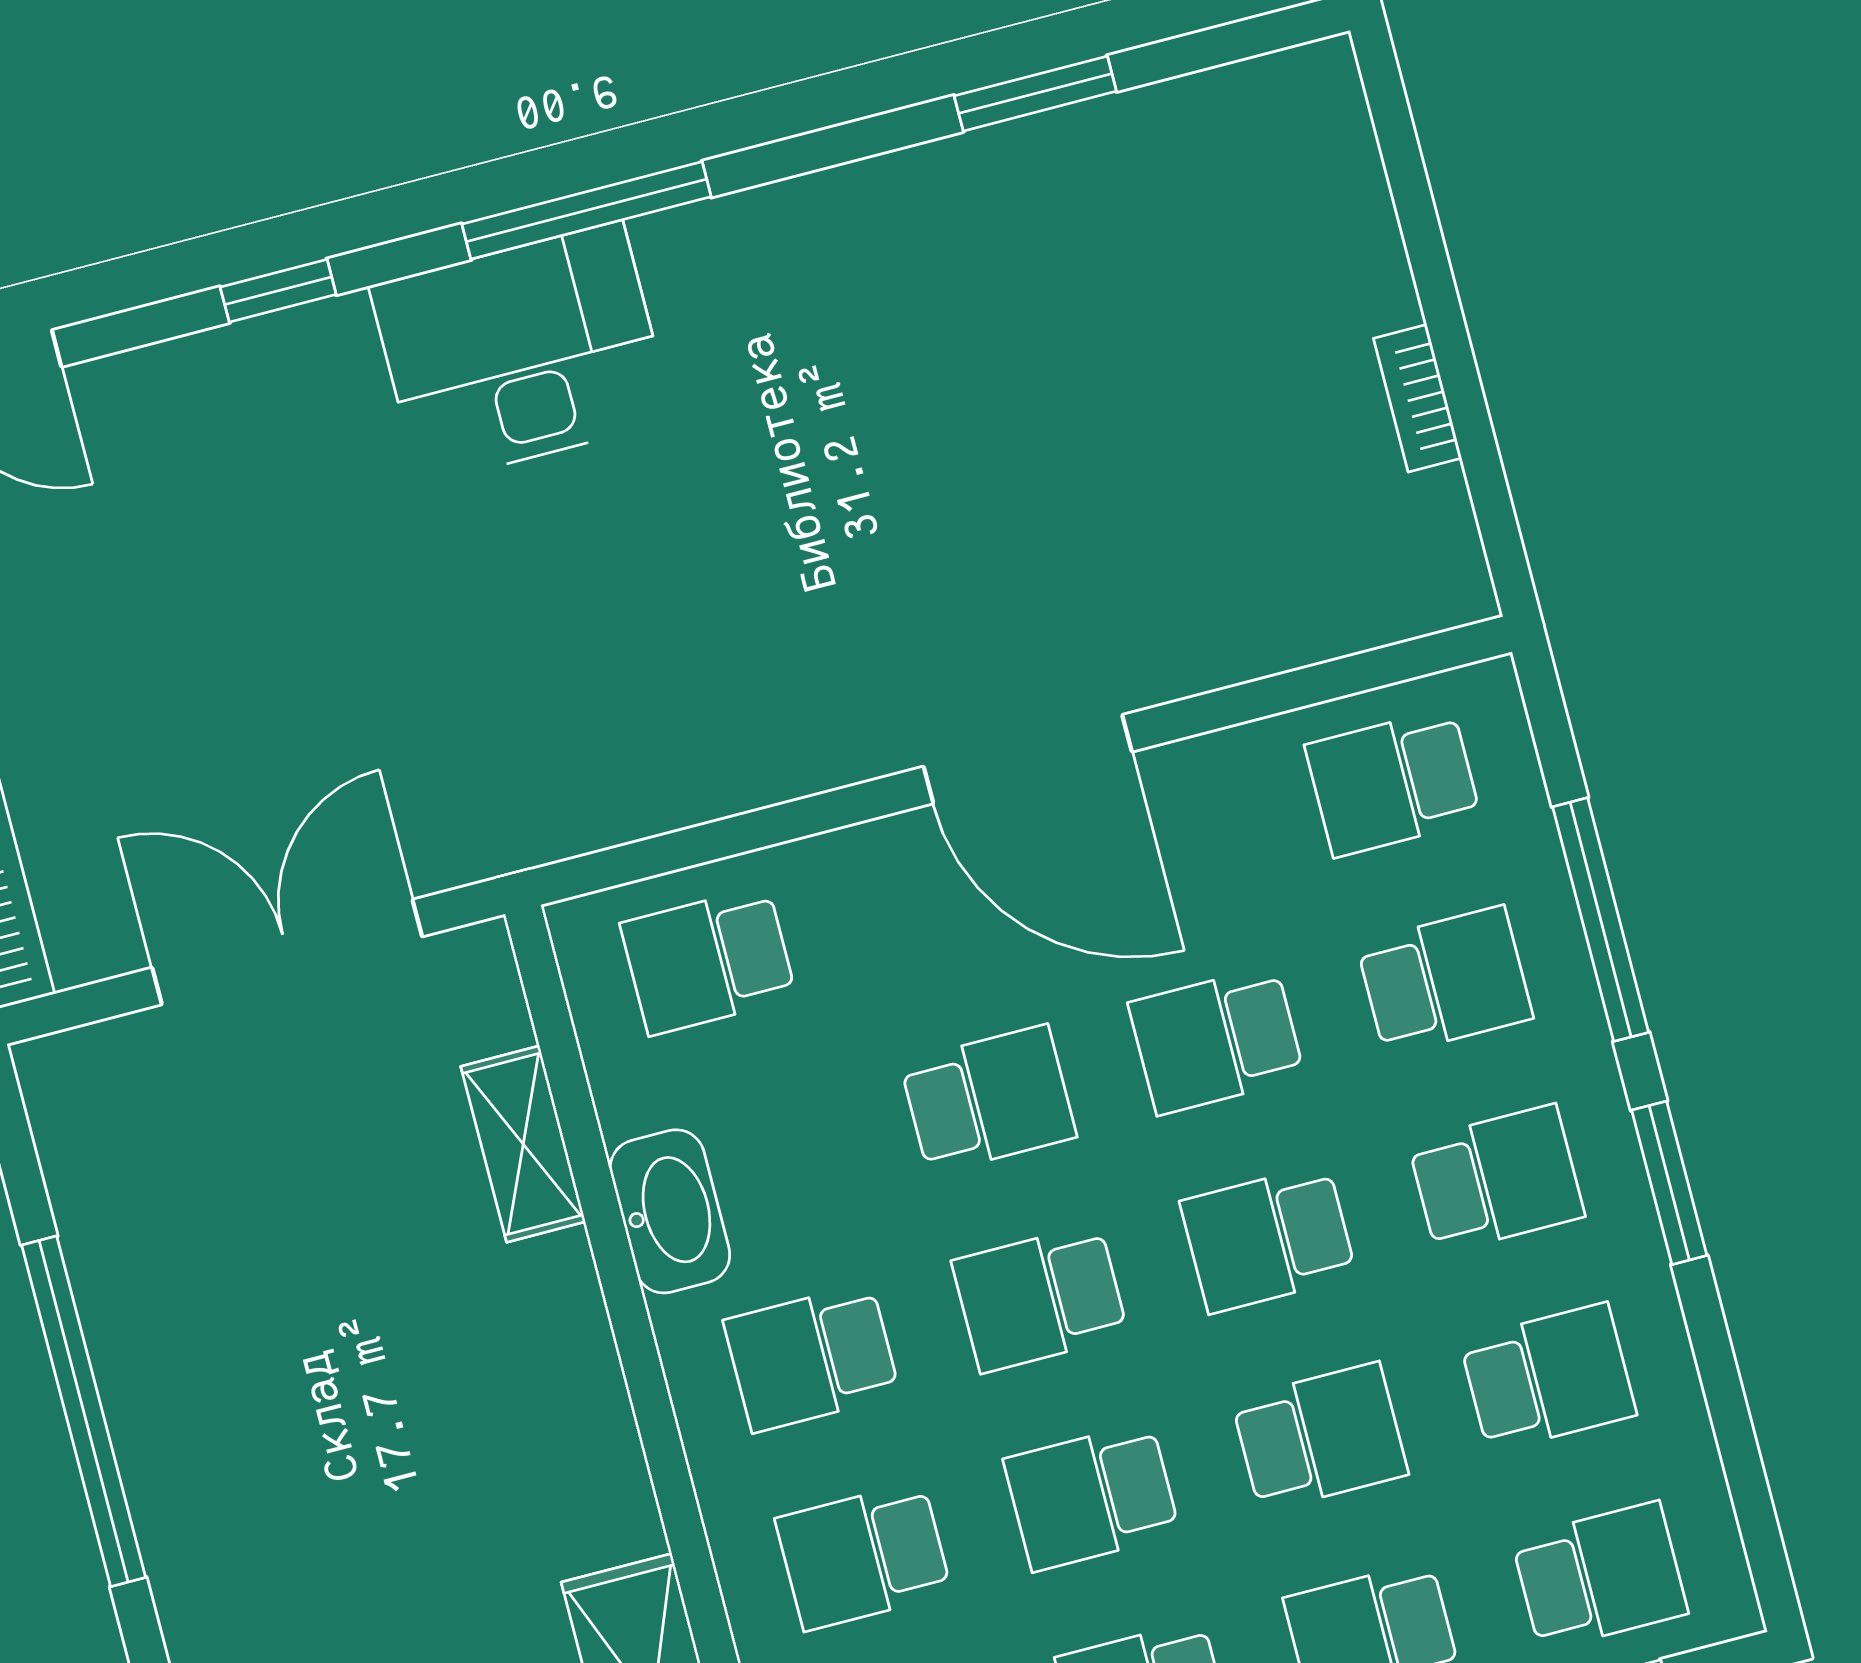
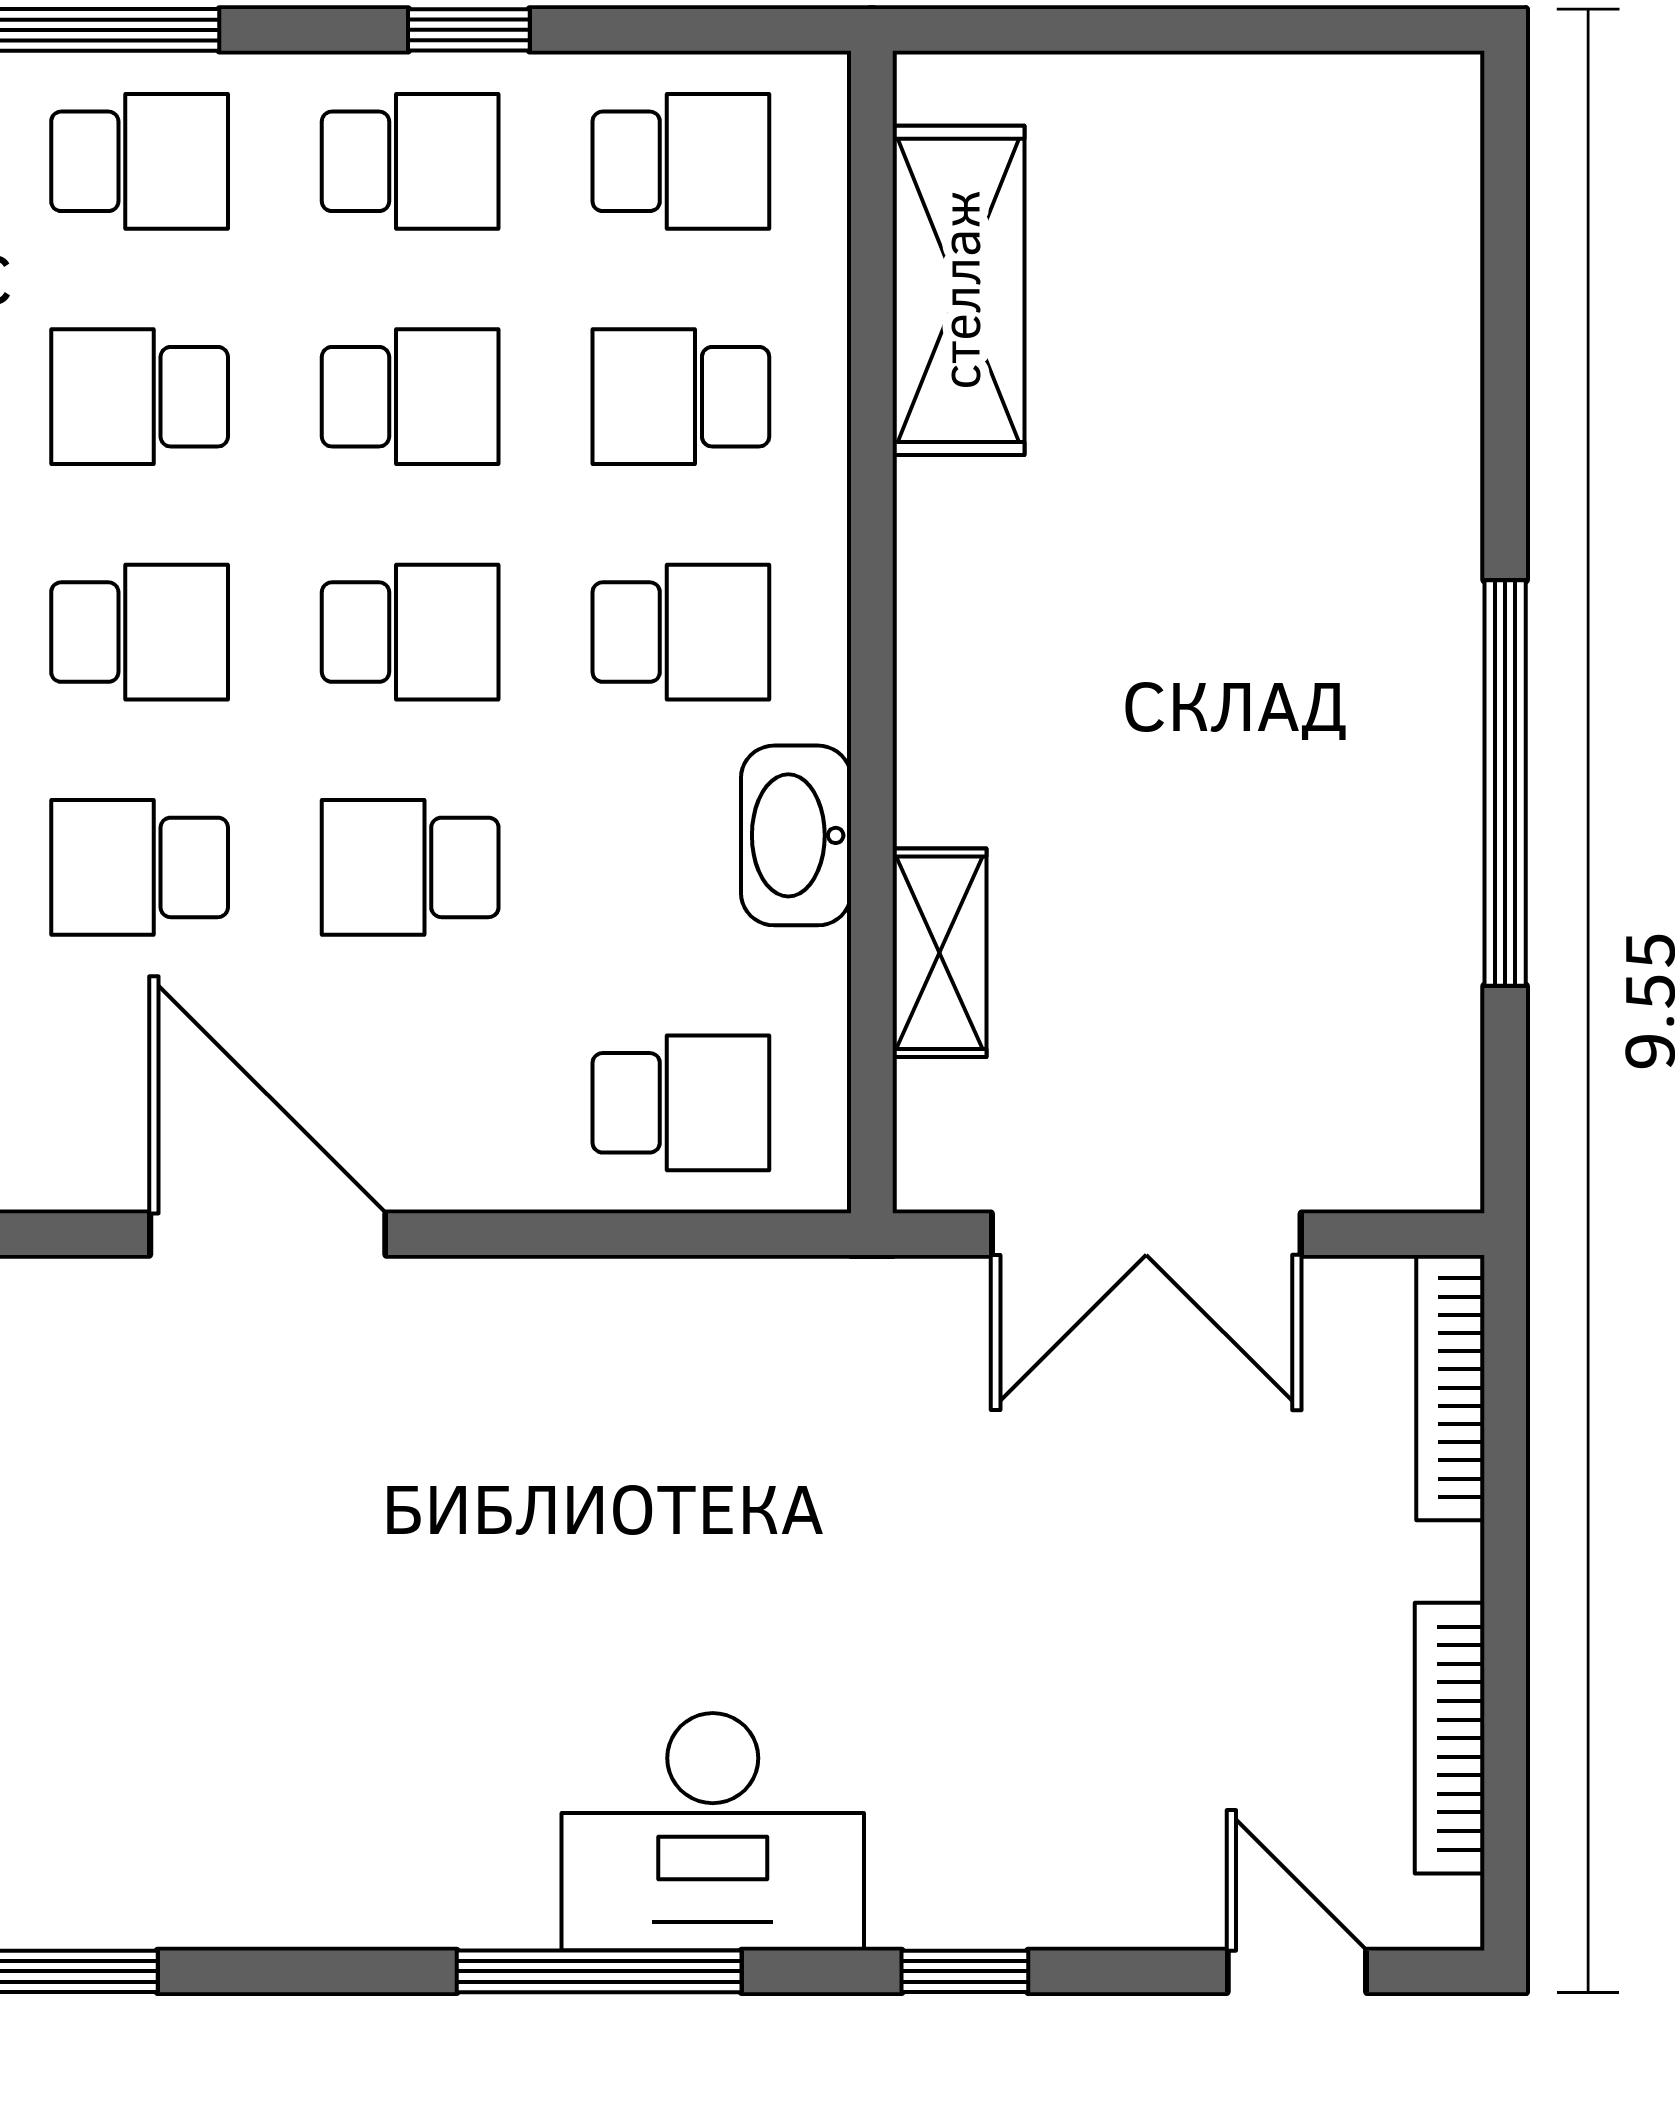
school desk: (1216, 1040) -> (140, 867), turned 180
school desk: (863, 1556) -> (681, 397), turned 180

